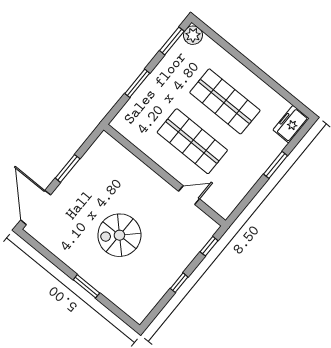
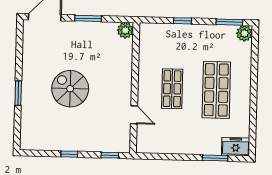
window: (137, 83) -> (183, 21), width x0.67
shop shelf: (192, 141) -> (172, 89), width x0.70, depth x0.74
plant: (105, 143) -> (125, 30), added
window: (276, 165) -> (215, 158), moved

